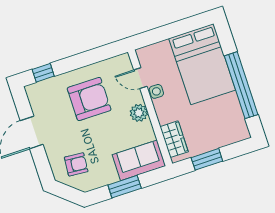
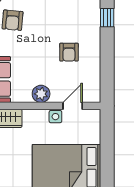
armchair: (89, 99) -> (69, 52), width x0.53, depth x0.53

